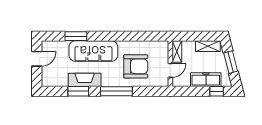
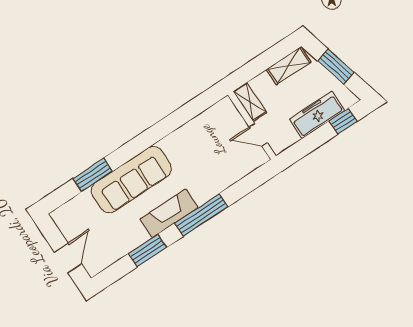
door: (37, 59) -> (68, 258), moved
armchair: (136, 66) -> (206, 162), removed
door: (170, 70) -> (258, 135), swing flipped
fireplace: (85, 80) -> (169, 213), moved

